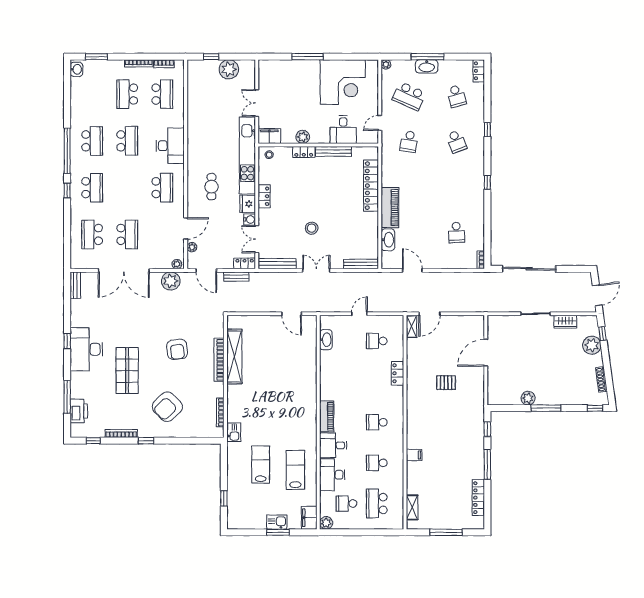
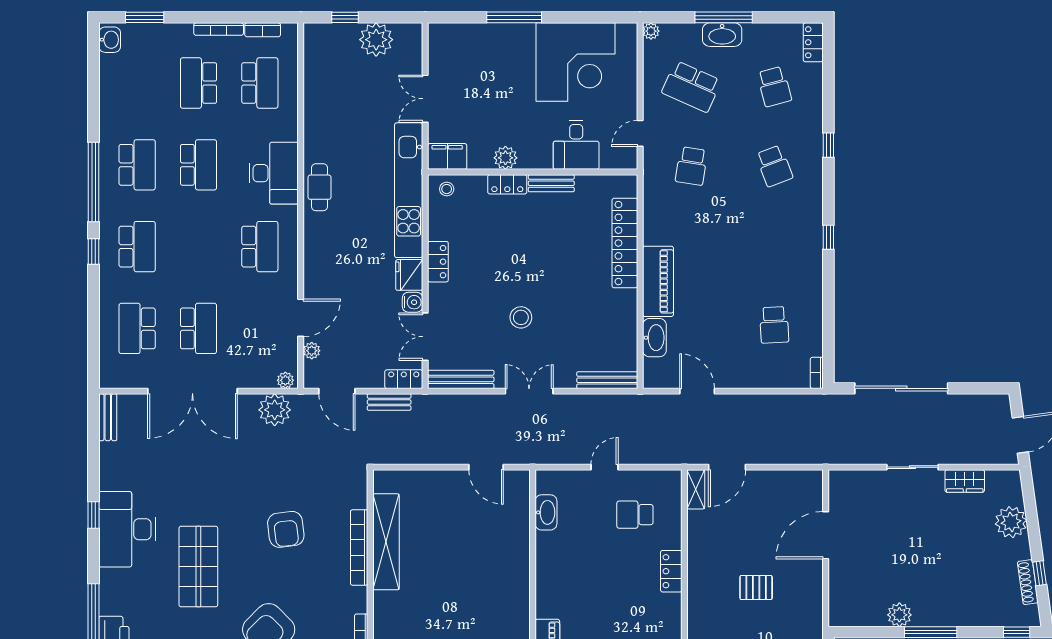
bench: (334, 151) -> (551, 183), width x0.73
cafe table: (211, 187) -> (319, 187), moved
window: (602, 334) -> (1039, 573), moved

